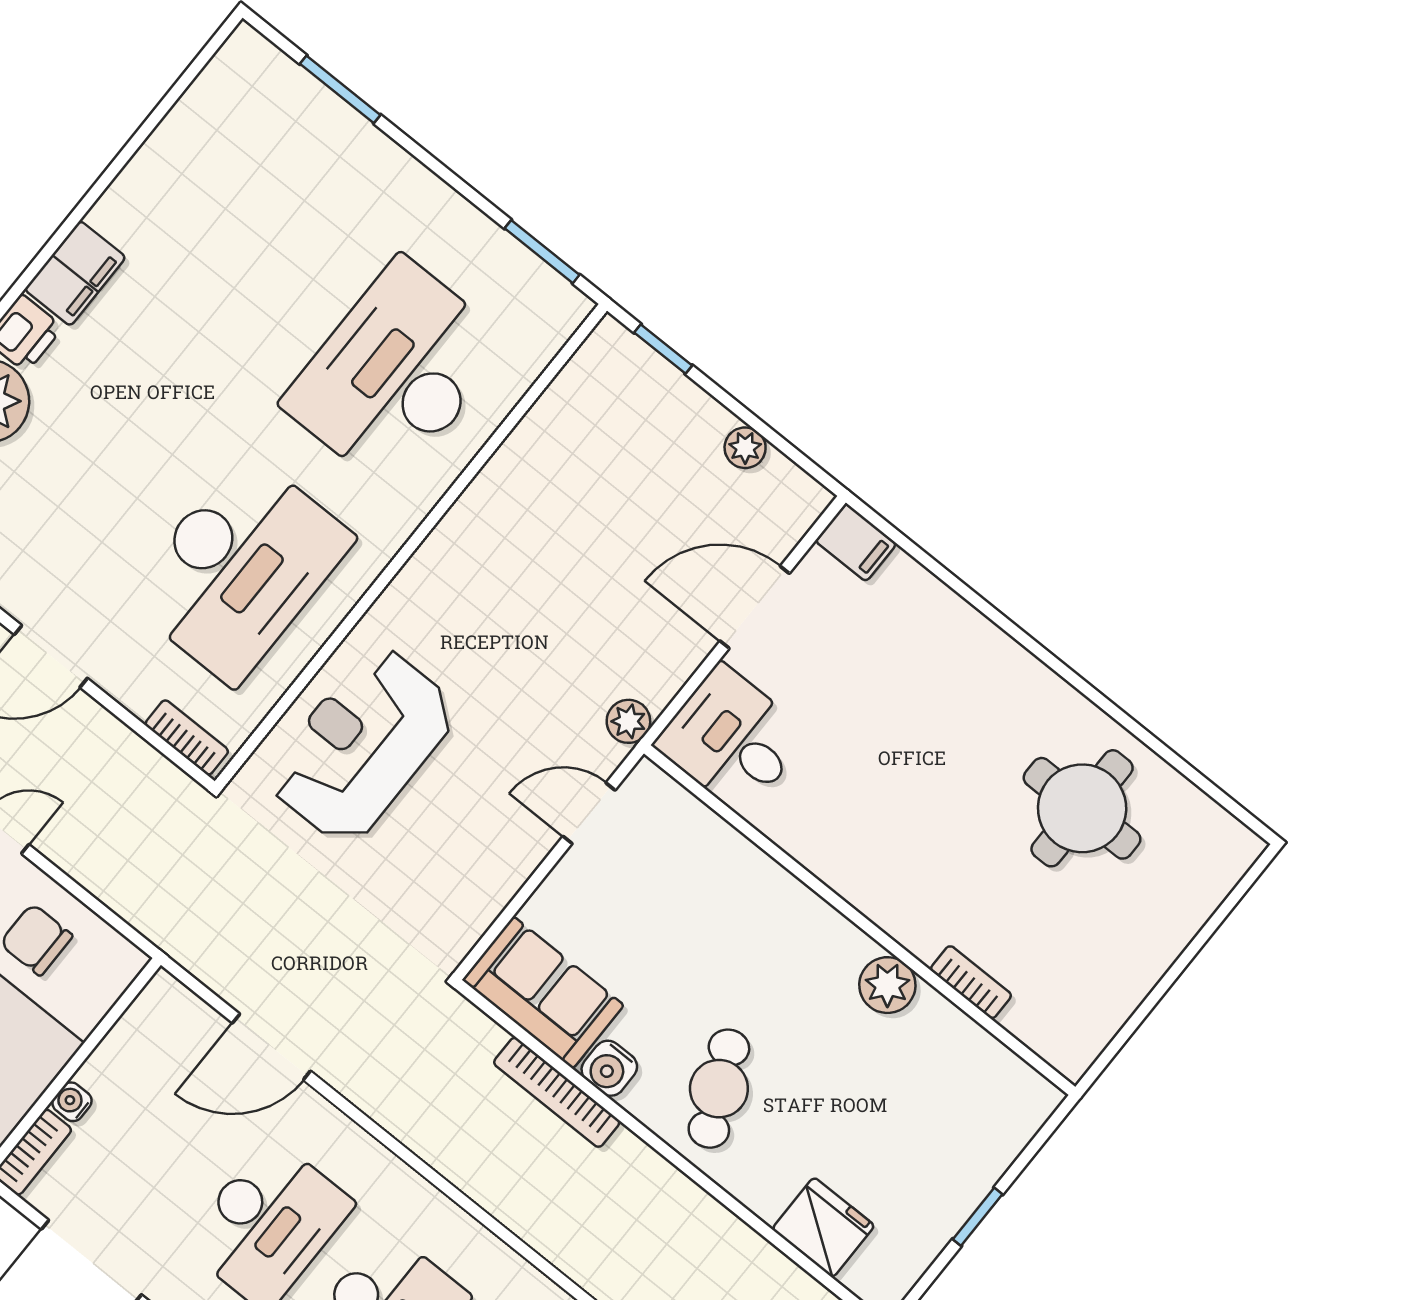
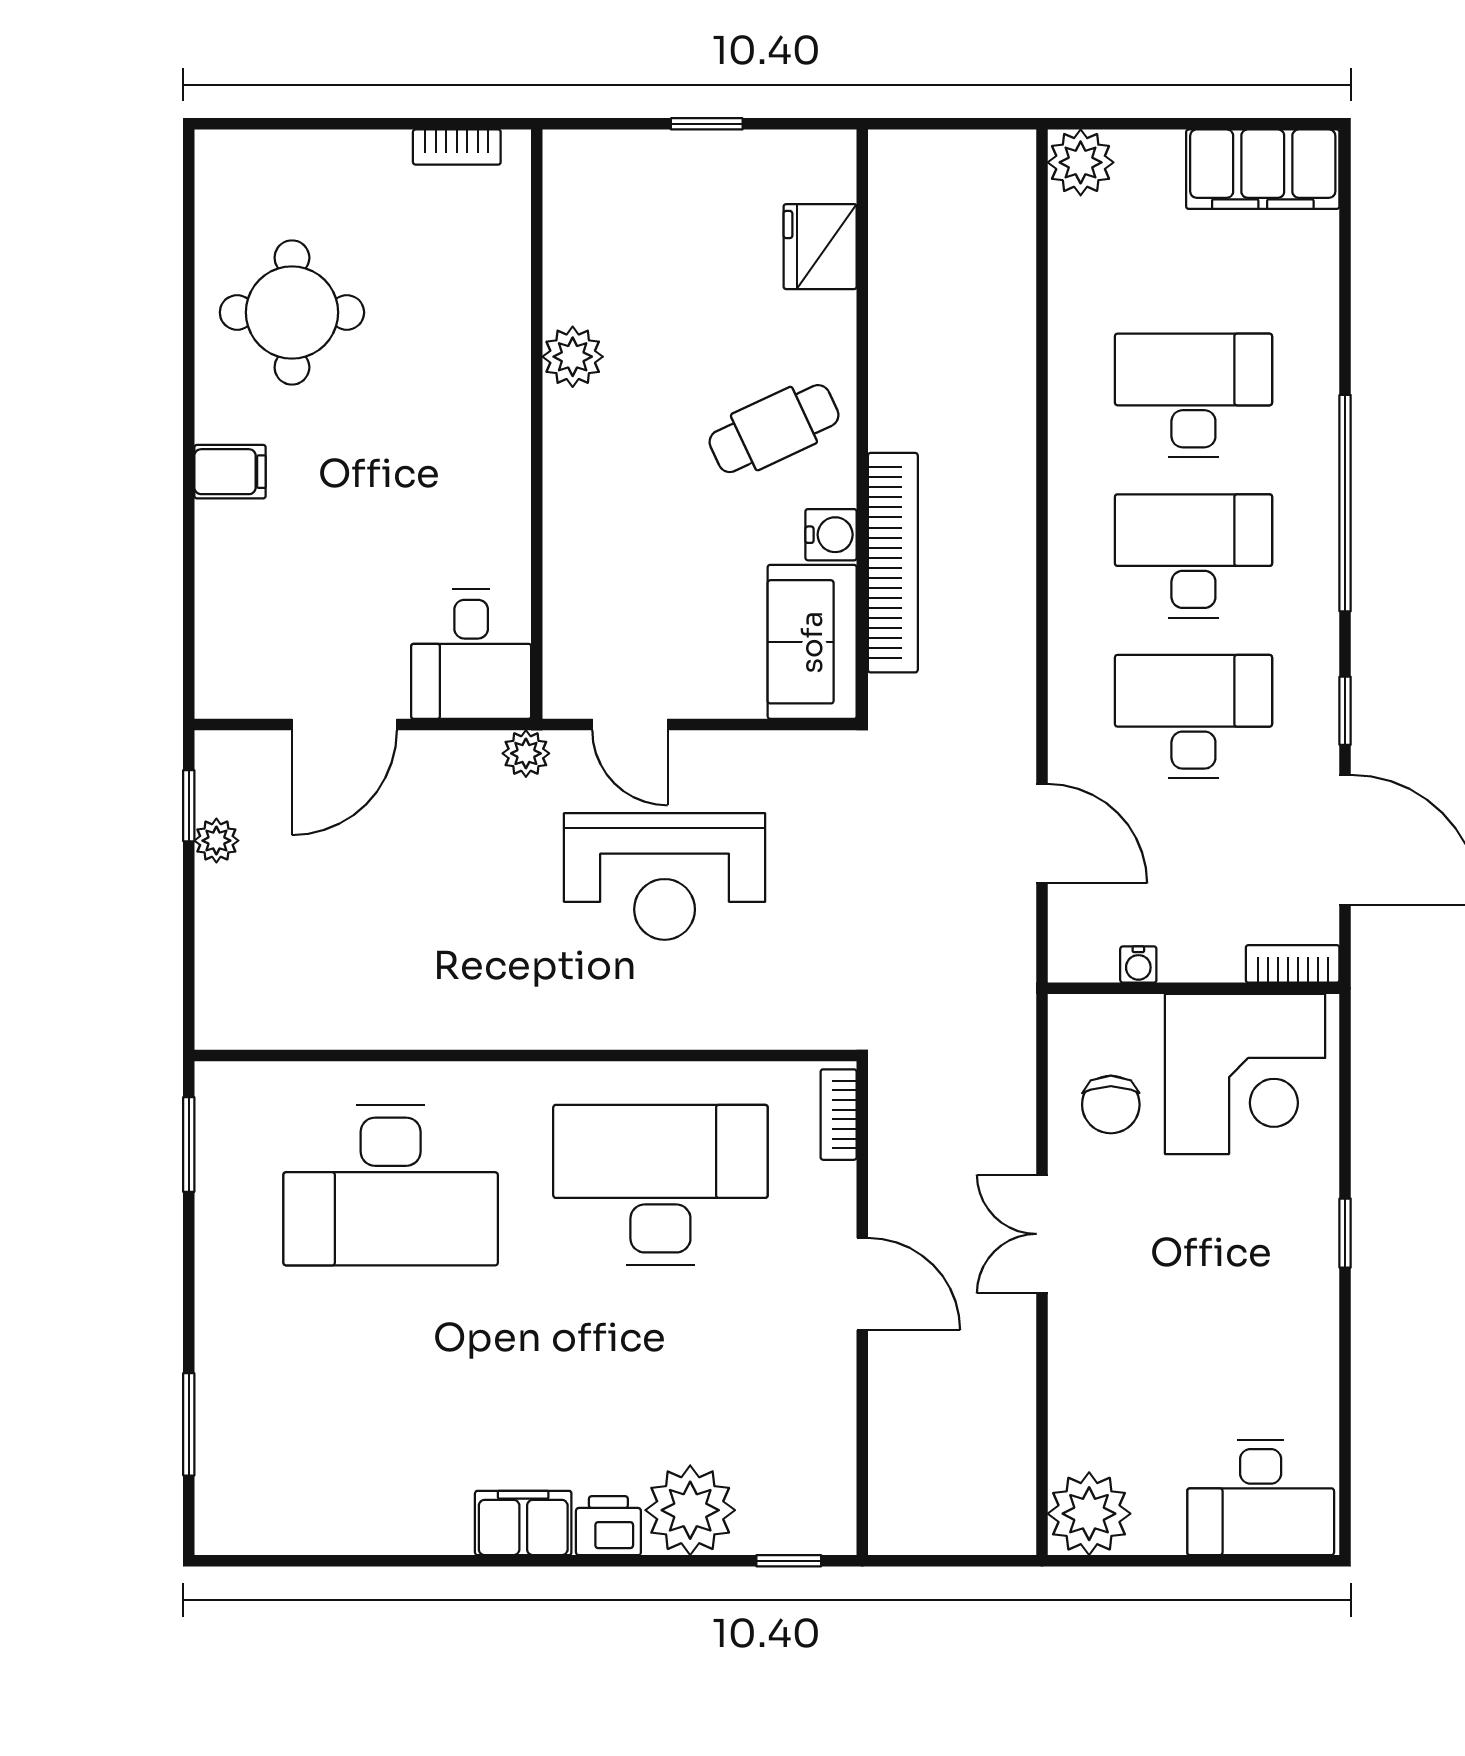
window: (663, 349) -> (189, 806), moved
filing cabinet: (856, 542) -> (230, 472), moved, turned 90
door: (755, 607) -> (344, 724), hinge flipped
reception desk: (362, 745) -> (665, 876), moved
bookcase: (971, 982) -> (457, 147), moved, turned -90
bookcase: (557, 1092) -> (893, 563), width x1.48, depth x1.31
water cooler: (72, 1102) -> (1138, 965), moved

